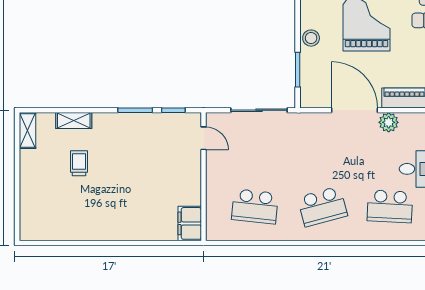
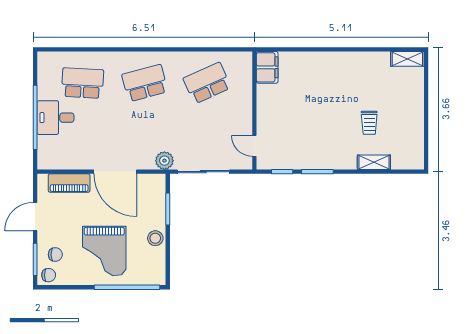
plant: (389, 122) -> (164, 161), moved
shelving: (28, 131) -> (407, 59), moved, turned 90
school desk: (255, 206) -> (207, 83), turned -30

